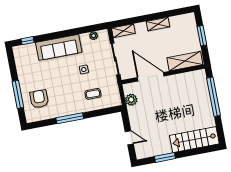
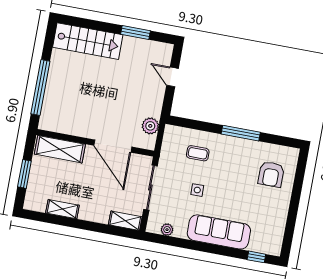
shelving: (158, 24) -> (62, 209), moved
window: (18, 94) -> (297, 191), removed

